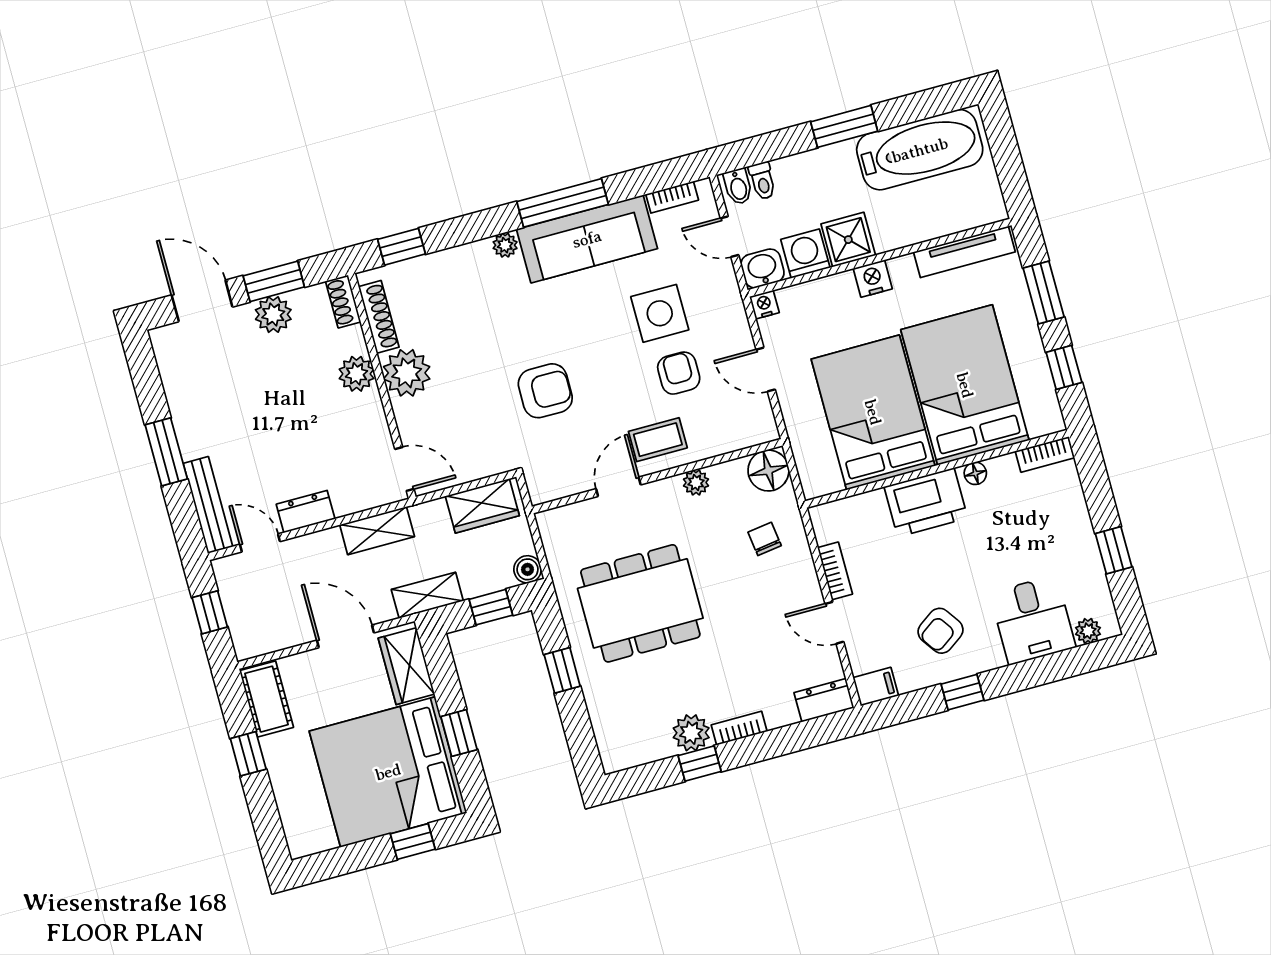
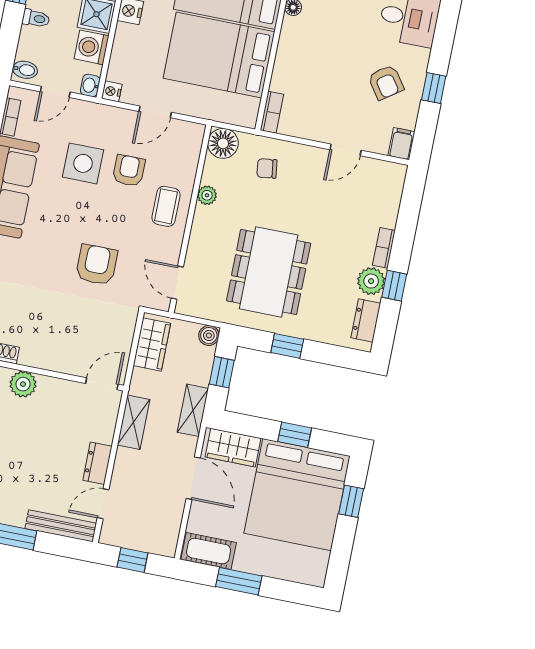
toilet: (762, 181) -> (36, 18), moved
washbasin: (762, 268) -> (90, 85), width x0.72, depth x0.69
plant: (407, 373) -> (39, 351), removed
armchair: (679, 373) -> (129, 171), turned 90
door: (618, 487) -> (177, 283), moved
printer: (926, 502) -> (296, 50), removed
bookcase: (835, 571) -> (272, 112), moved, turned 90
door: (345, 636) -> (193, 478), swing flipped
dresser: (824, 700) -> (366, 321), moved
window: (248, 754) -> (239, 581), width x1.50

